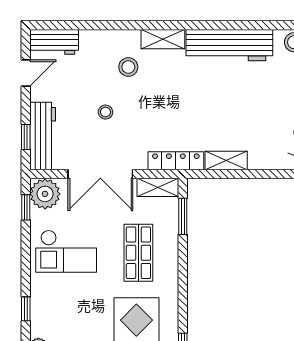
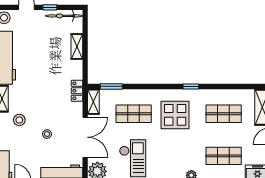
locker: (176, 161) -> (77, 91), width x0.66
shelving: (226, 161) -> (77, 46), moved

